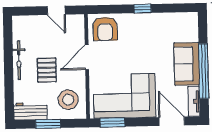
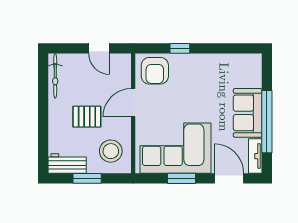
window: (143, 9) -> (180, 48), moved
bicycle: (19, 60) -> (55, 76), moved
pallet: (47, 70) -> (87, 117), turned 90
window: (112, 122) -> (181, 178), moved

